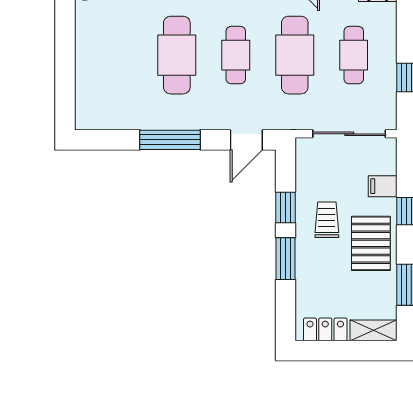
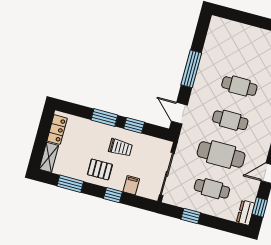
cafe table: (177, 55) -> (239, 86), width x0.73, depth x0.74
pallet: (371, 243) -> (100, 169), width x0.67, depth x0.71

